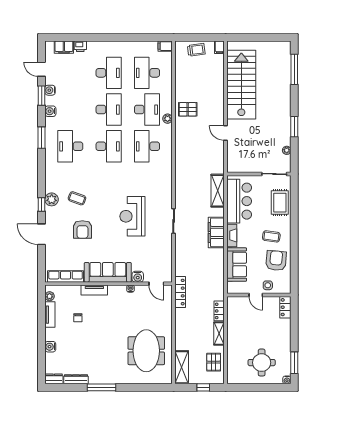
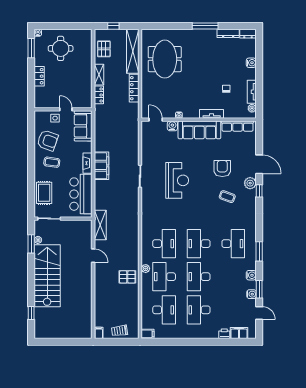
window: (294, 69) -> (31, 313), width x0.46
stairs: (241, 85) -> (47, 276), moved, turned 180
window: (294, 127) -> (31, 244), moved
shelving: (218, 191) -> (100, 225), moved
plant: (52, 199) -> (250, 183), moved
armchair: (276, 261) -> (48, 140), turned -75
sofa: (237, 265) -> (83, 126), moved
locker: (180, 292) -> (134, 88), moved
locker: (285, 307) -> (39, 76), moved
shelving: (182, 367) -> (133, 51), width x1.47

